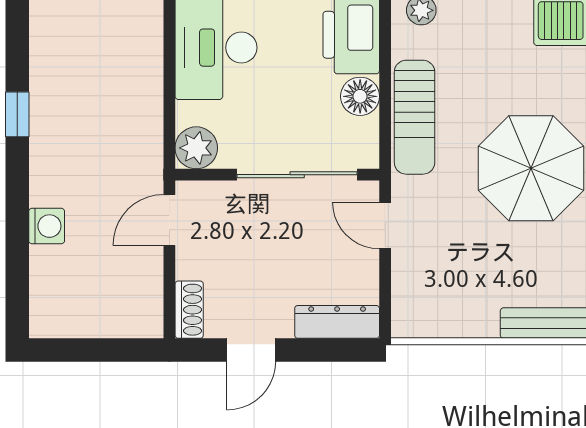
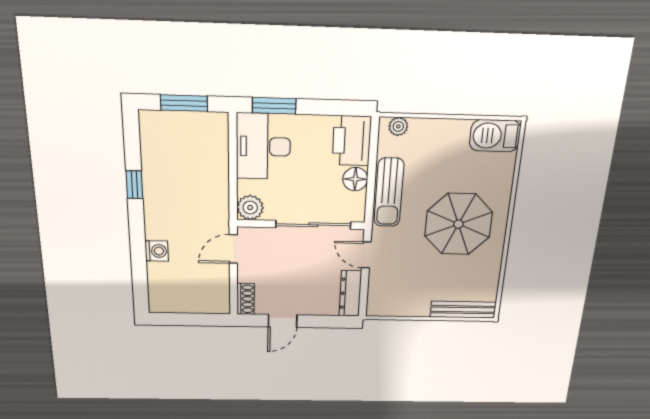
dresser: (337, 322) -> (350, 293), moved, turned -90

